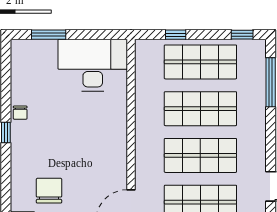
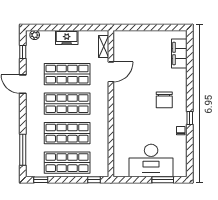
window: (176, 35) -> (94, 180), moved
desk: (93, 65) -> (151, 160), moved
chair: (49, 191) -> (164, 100), moved

